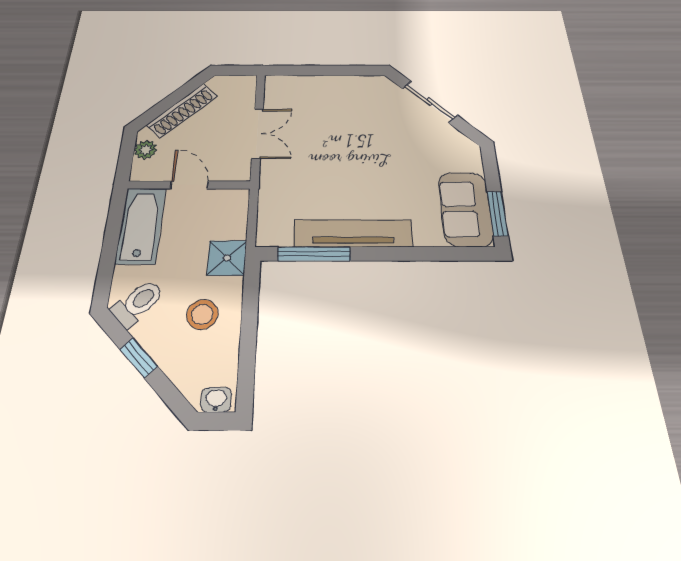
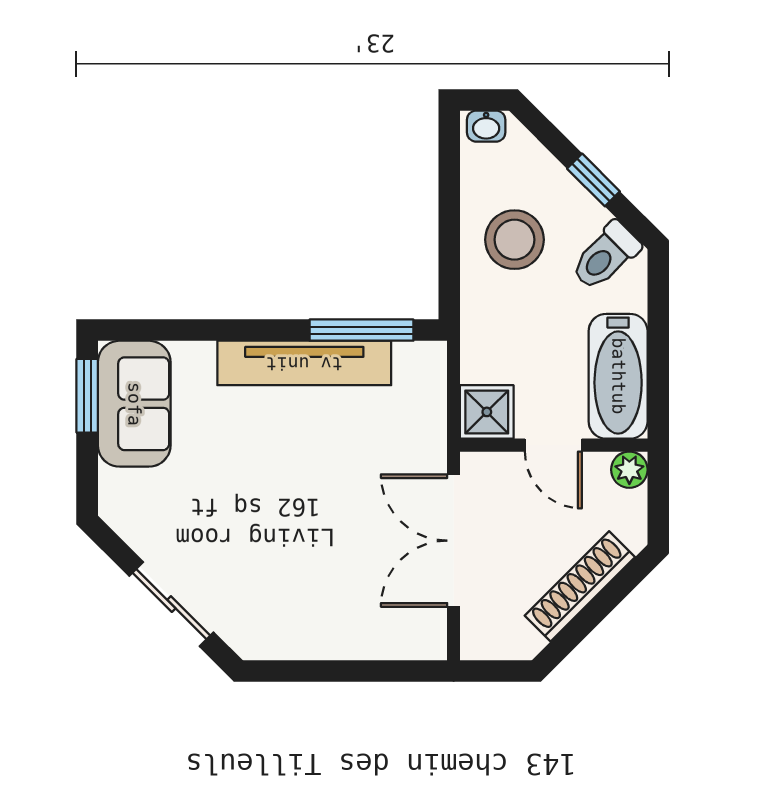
double door: (257, 133) -> (454, 541), width x1.37
plant: (146, 150) -> (629, 470), moved
shower: (227, 258) -> (487, 412), moved
stool: (202, 314) -> (514, 240), width x1.38, depth x1.38

